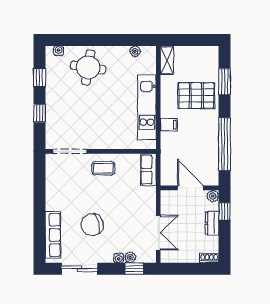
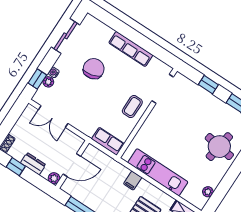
window: (225, 211) -> (16, 167), moved
row of seats: (53, 235) -> (131, 49), moved

